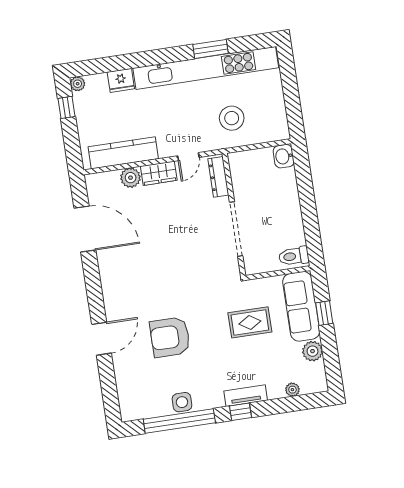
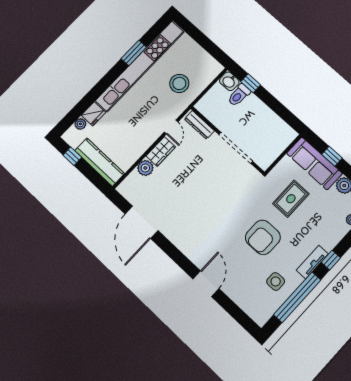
plant: (78, 84) -> (80, 124), moved
kitchen counter: (123, 153) -> (99, 162), moved, turned 90
window: (303, 175) -> (251, 83), added
door: (85, 229) -> (141, 222), swing flipped
toilet: (294, 256) -> (239, 95), moved
armchair: (170, 337) -> (263, 237), moved
tv unit: (246, 396) -> (312, 262), moved
side table: (182, 402) -> (276, 281), moved

